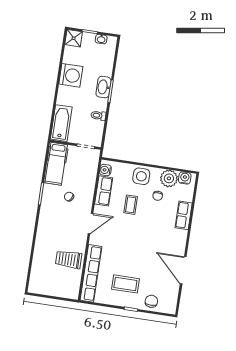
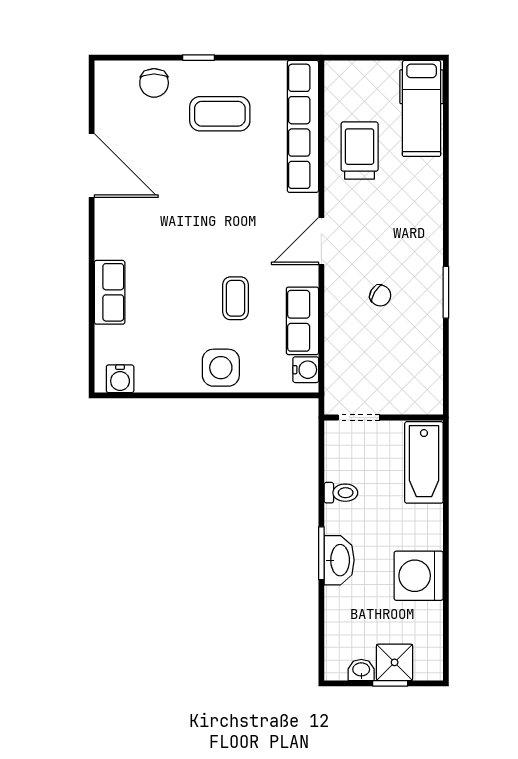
shower: (74, 38) -> (395, 662), moved
hospital bed: (56, 164) -> (422, 108), moved, turned 180
plant: (169, 178) -> (156, 372), removed
chair: (158, 196) -> (176, 328), removed
trolley: (69, 259) -> (360, 151), turned -90

